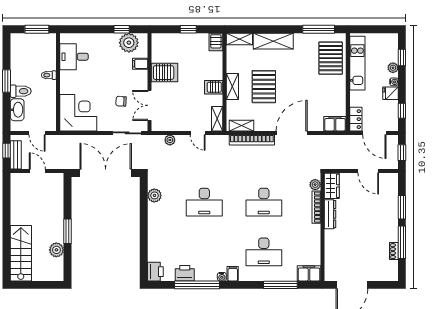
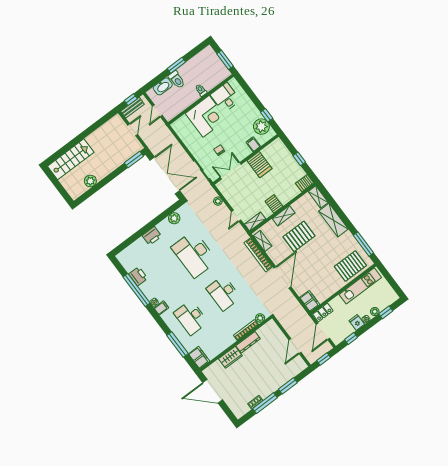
corner desk: (78, 113) -> (206, 116), moved
door: (292, 133) -> (282, 277), hinge flipped
wardrobe: (332, 186) -> (230, 357), moved
desk: (204, 202) -> (194, 254), width x1.36, depth x1.30
window: (68, 231) -> (134, 160), moved
printer: (155, 272) -> (152, 236), moved

